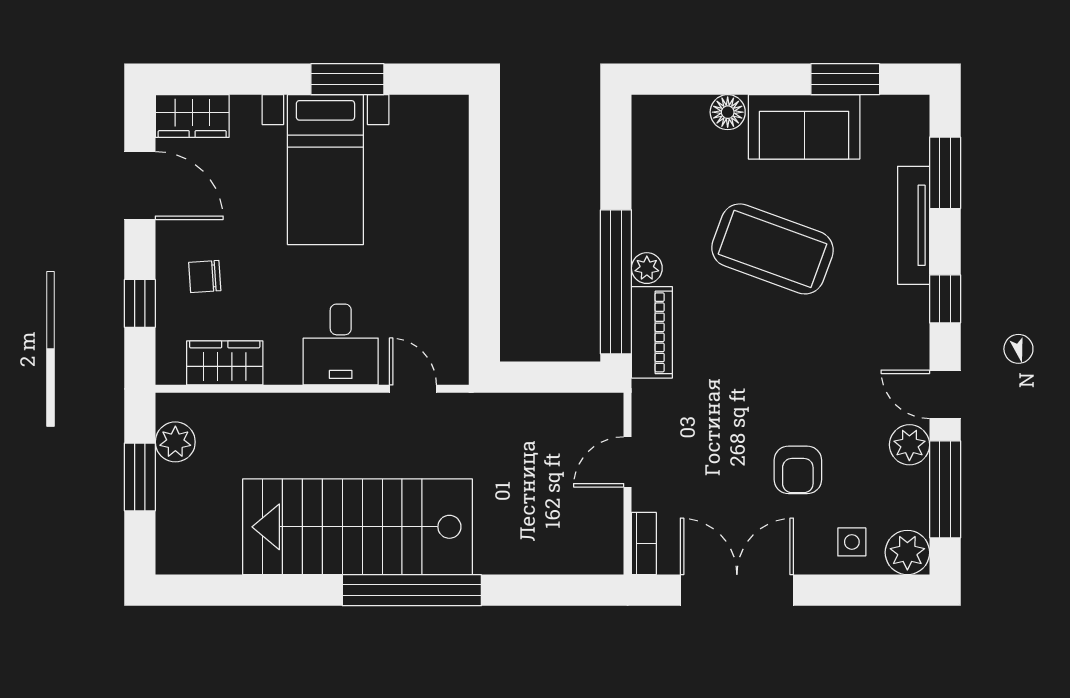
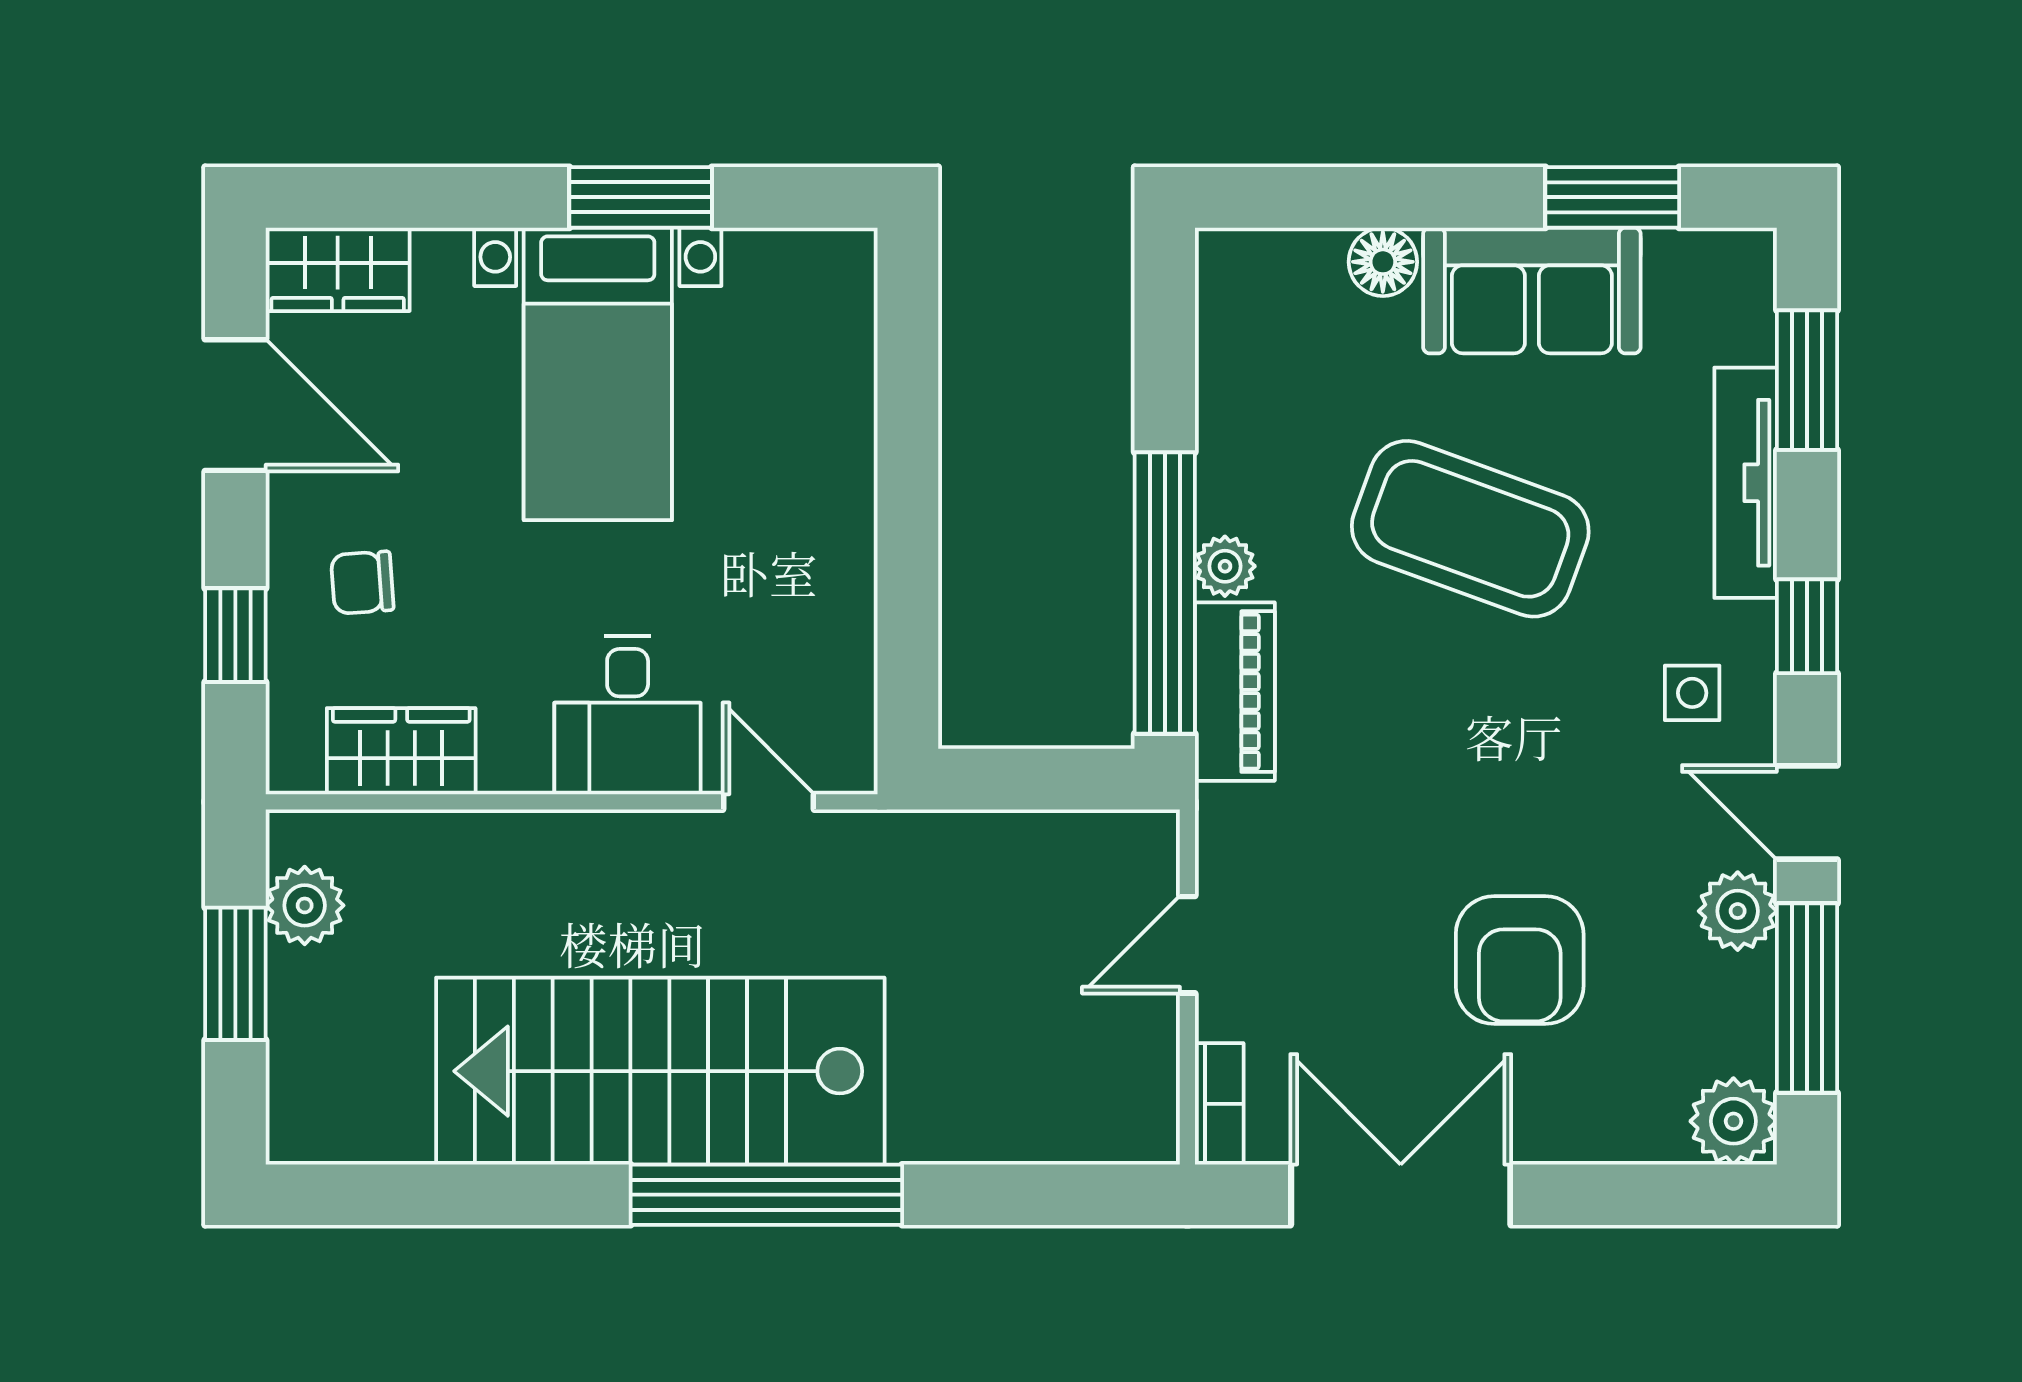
armchair: (798, 470) -> (1520, 960), width x1.38, depth x1.38
side table: (852, 542) -> (1692, 693), moved

